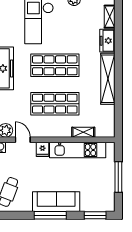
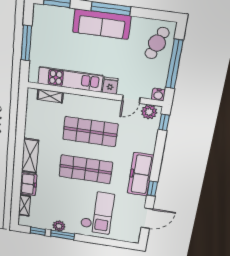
shelving: (108, 79) -> (30, 156), width x0.68
shelving: (83, 132) -> (50, 96), moved
door: (23, 140) -> (131, 99), hinge flipped

